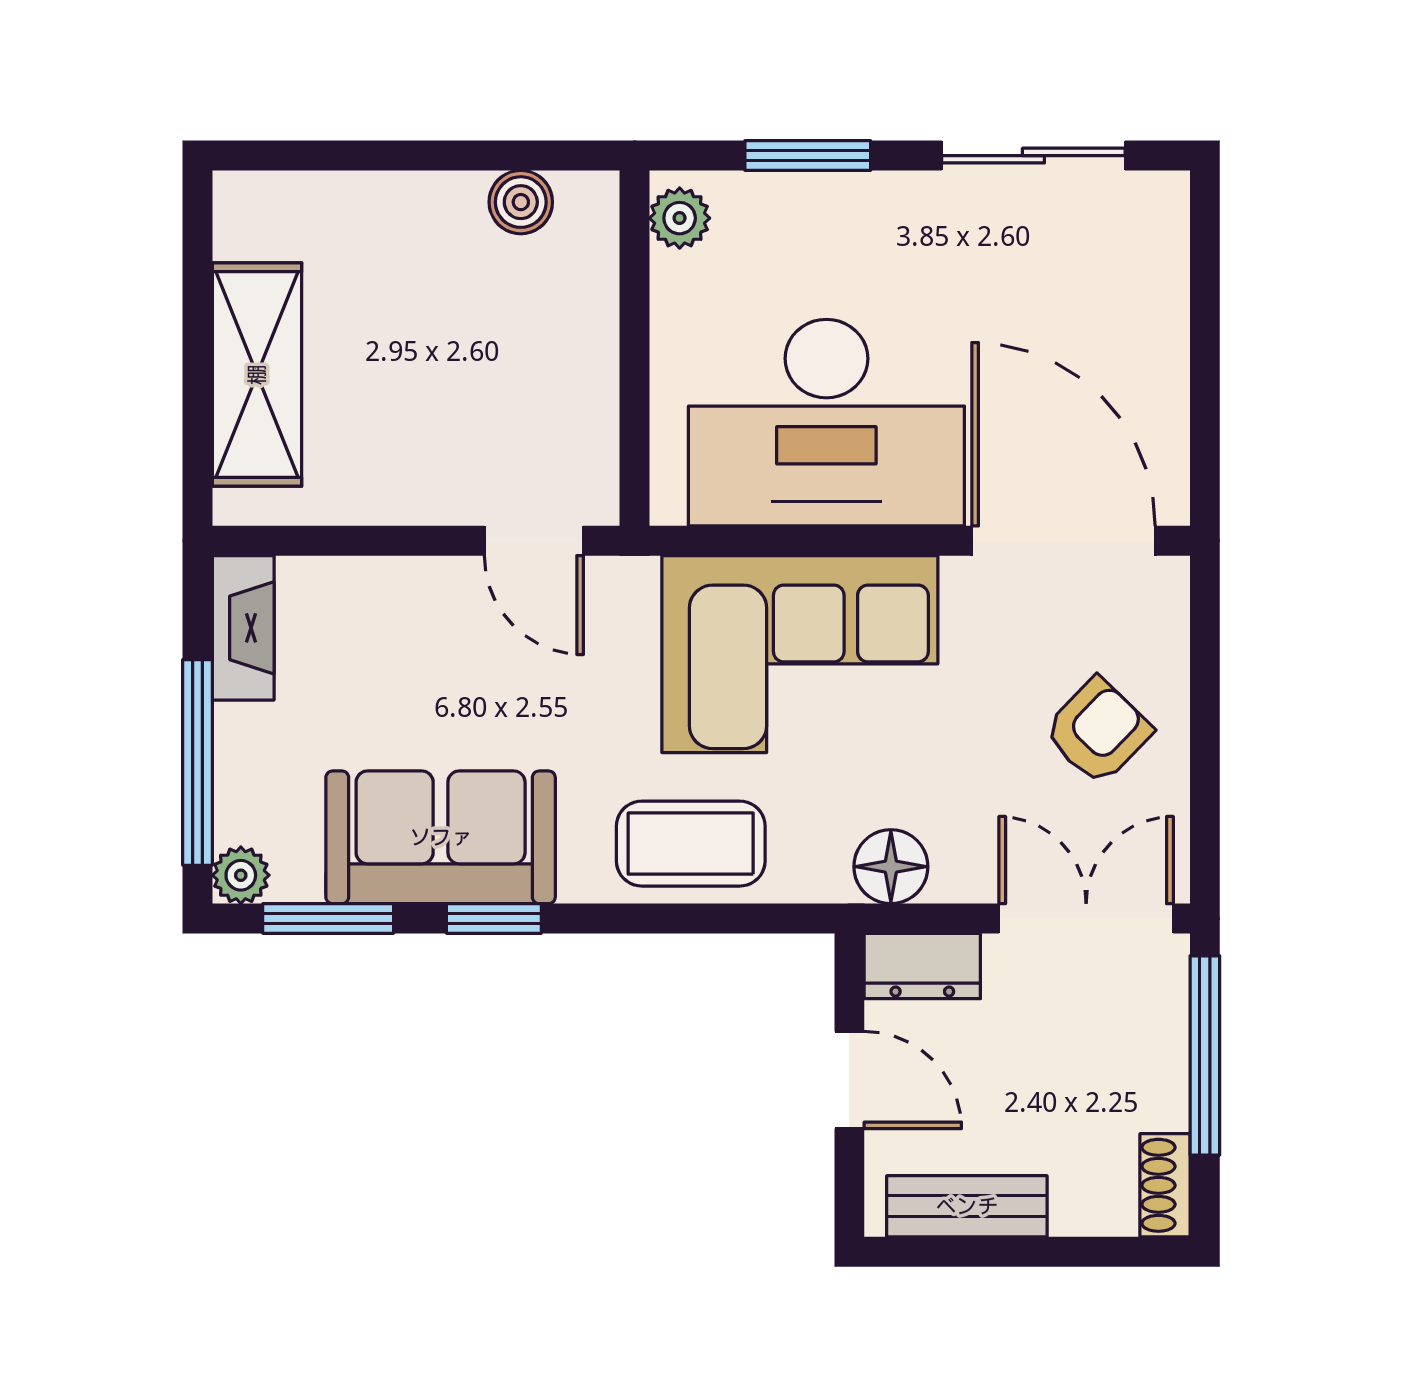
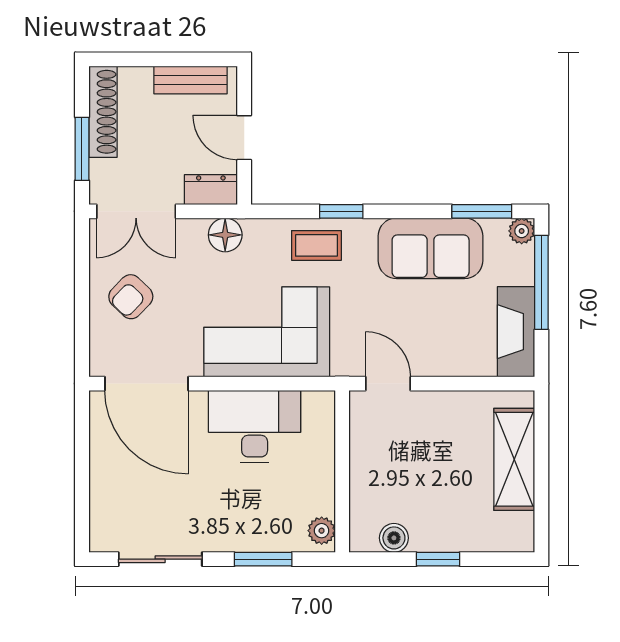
window: (424, 156) -> (438, 559), added
desk: (826, 423) -> (255, 427), width x0.73, depth x0.77
fireplace: (243, 628) -> (516, 332), width x1.37, depth x1.32
coffee table: (691, 844) -> (316, 245), width x0.73, depth x0.77
window: (494, 918) -> (341, 211), moved
window: (1205, 1055) -> (82, 149), width x0.69
shoe rack: (1165, 1185) -> (103, 112), width x1.94, depth x1.24

